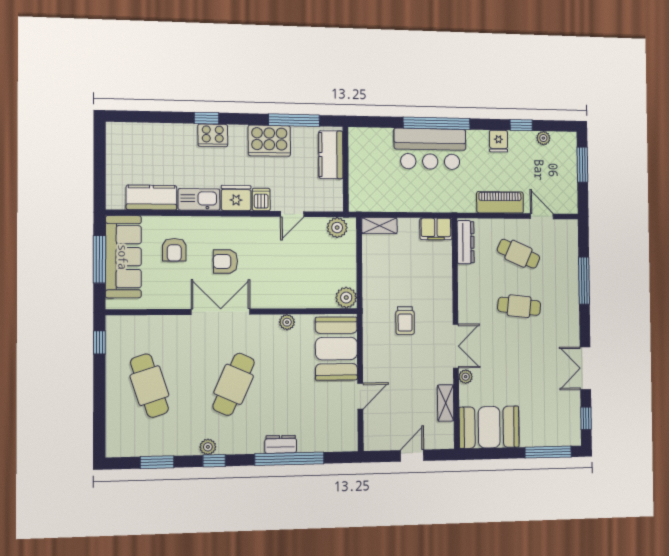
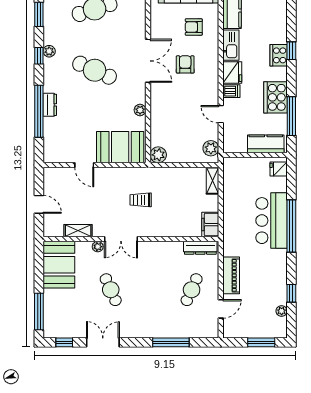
fridge: (499, 141) -> (279, 169), moved
cafe table: (519, 306) -> (111, 290), moved, turned -30

